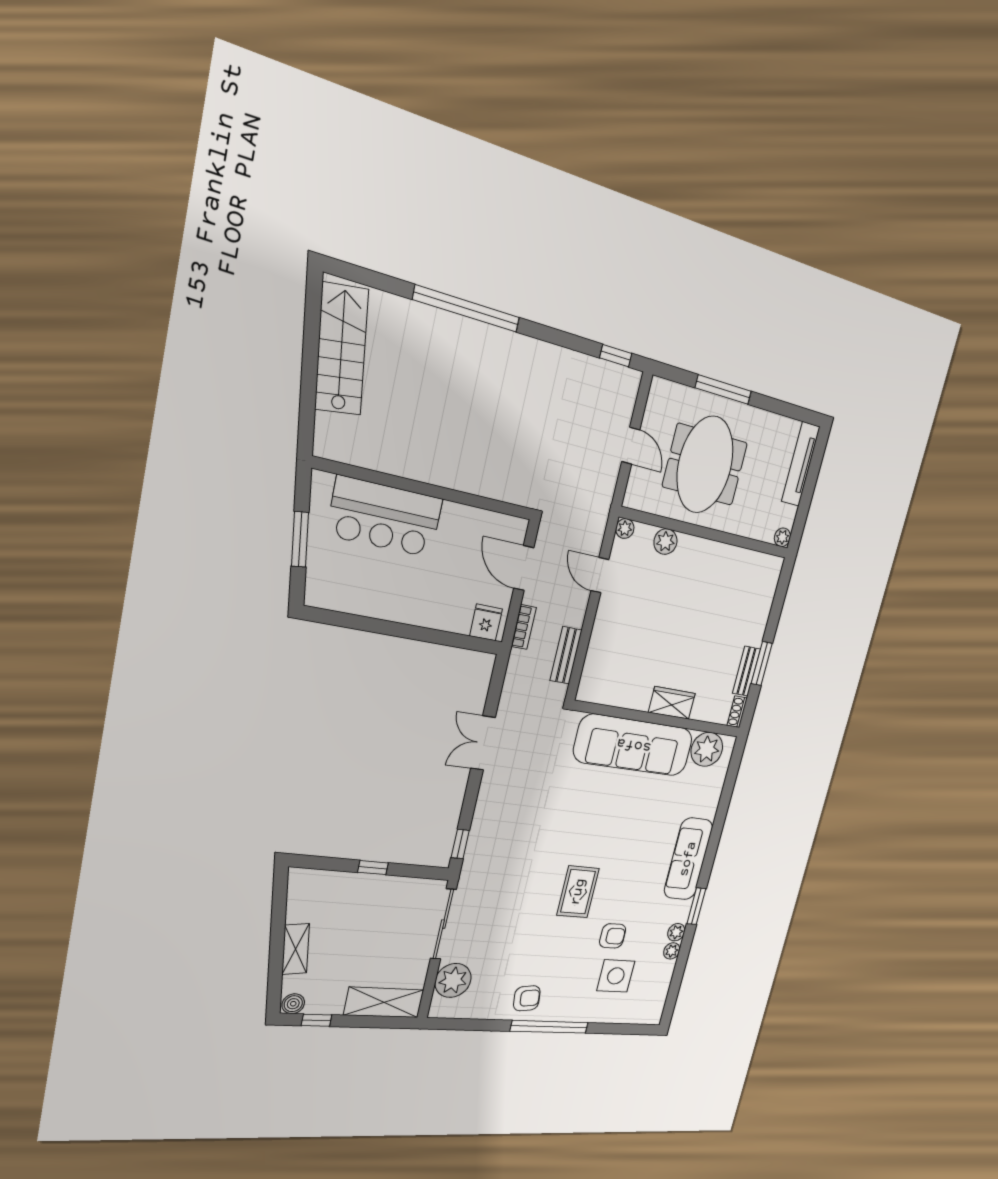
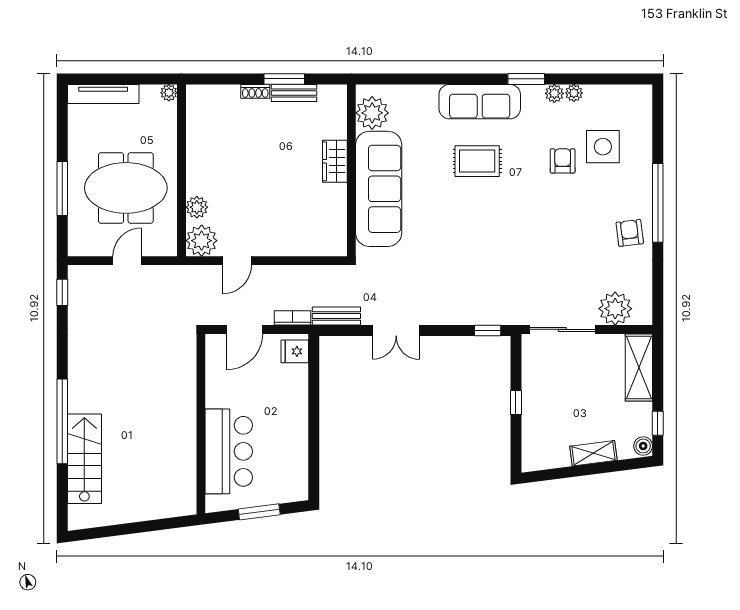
stairs: (342, 349) -> (84, 459), moved, turned 97
plant: (625, 528) -> (202, 241), width x1.88, depth x1.88
bench: (566, 655) -> (336, 316), moved
shoe rack: (737, 712) -> (255, 91), moved
rug: (578, 892) -> (477, 161), moved

